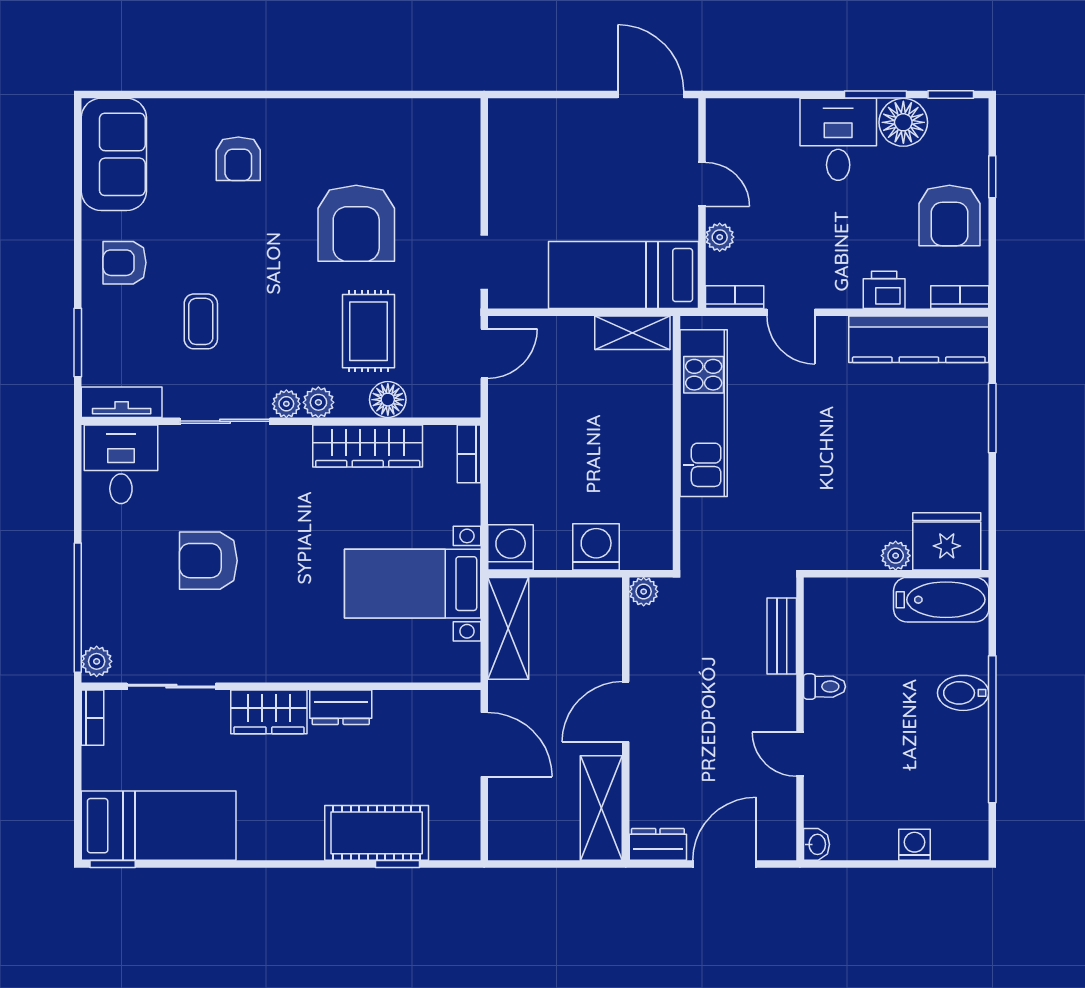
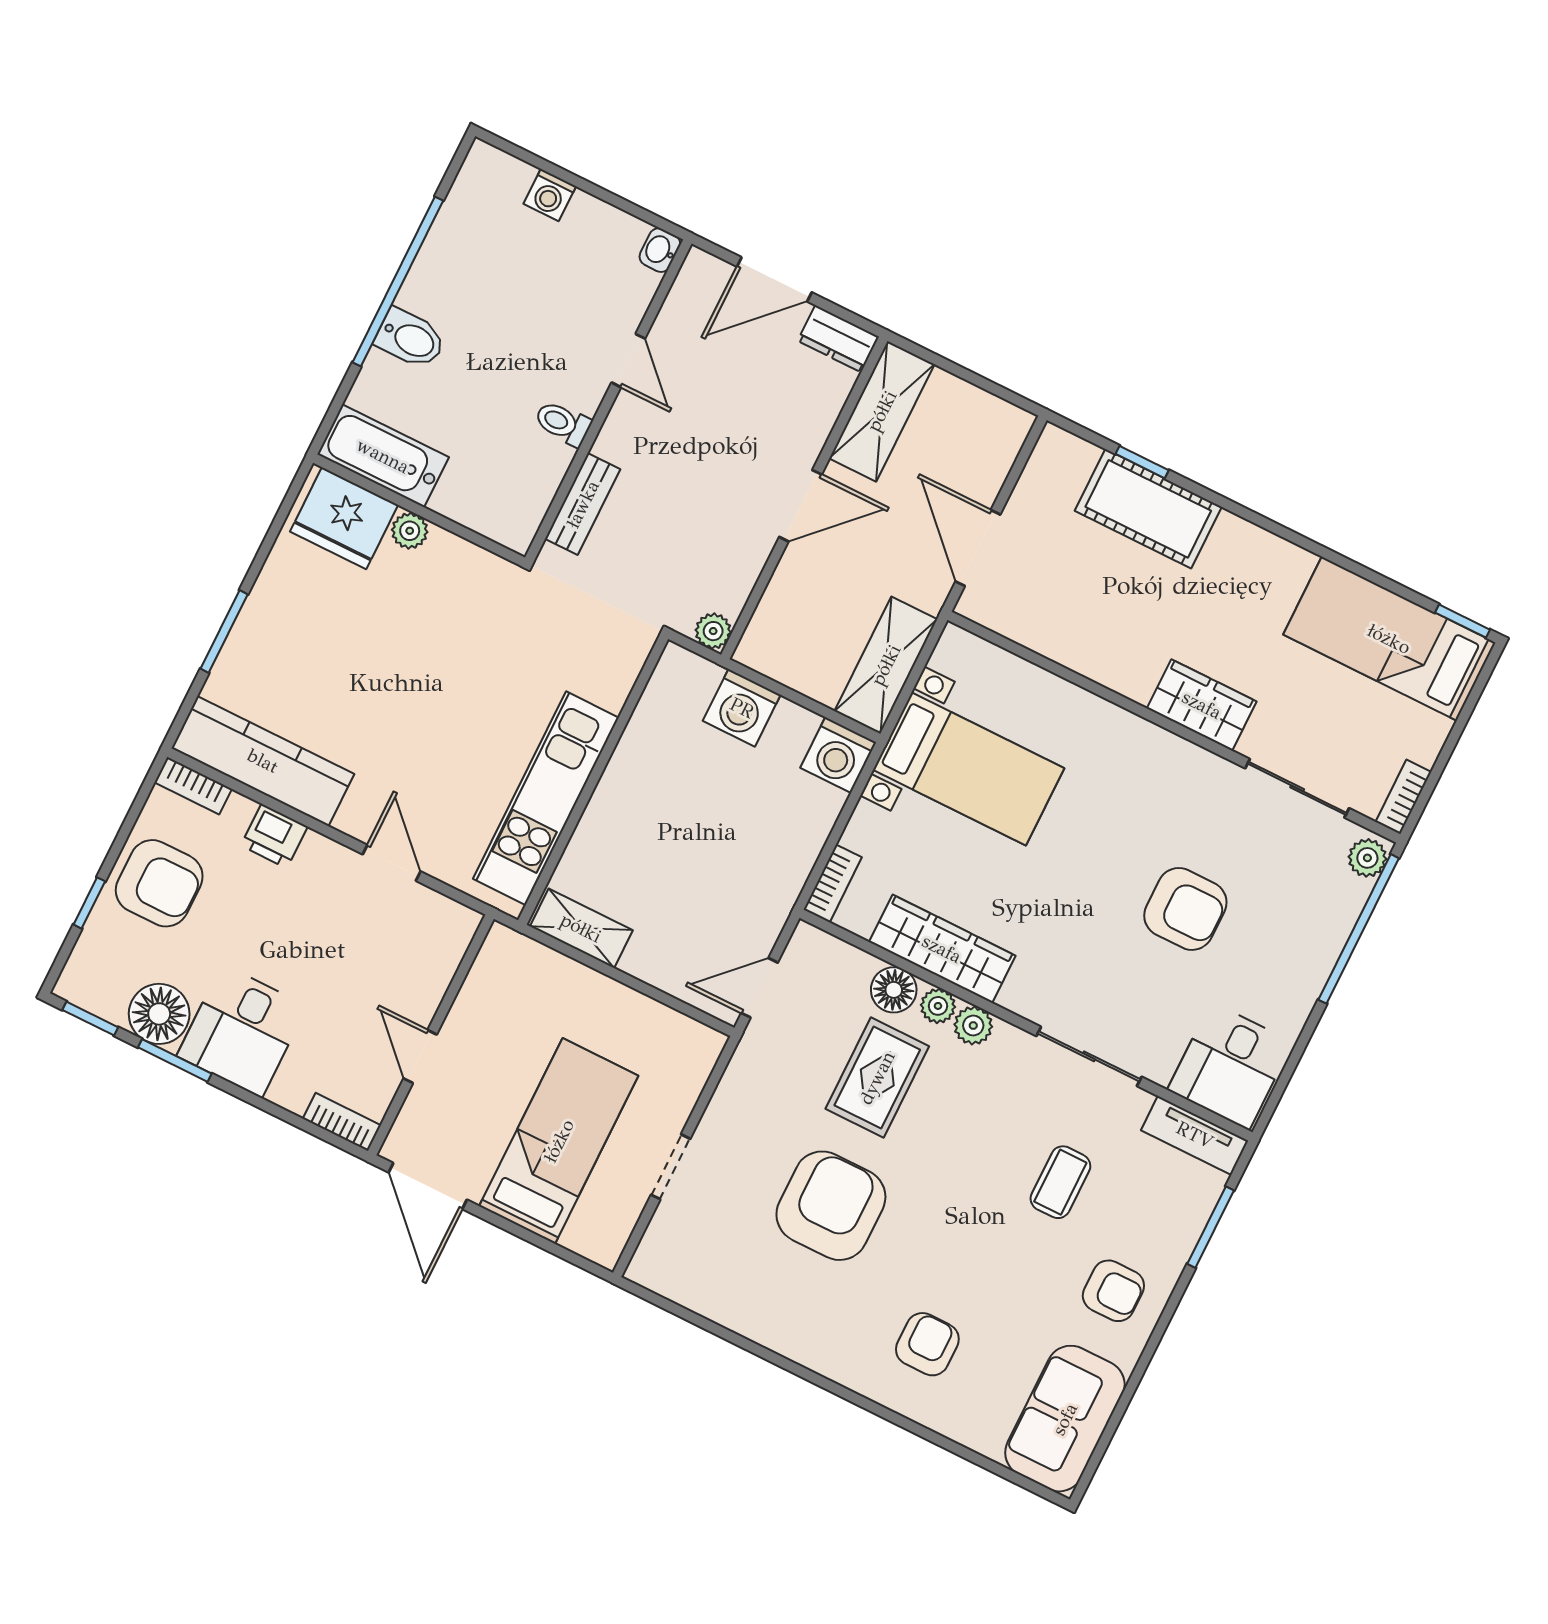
armchair: (949, 215) -> (159, 883), turned 90
plant: (720, 237) -> (430, 987), removed
doorway: (484, 262) -> (671, 1167), moved
bed: (623, 275) -> (559, 1141), moved, turned -90
bookcase: (735, 297) -> (342, 1122), moved, turned 180
plant: (286, 404) -> (938, 1006), moved
dresser: (341, 707) -> (1118, 670), removed

